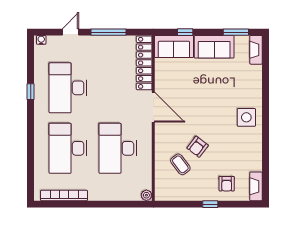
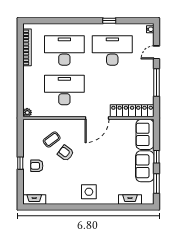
door: (70, 32) -> (156, 52), swing flipped
window: (185, 32) -> (156, 157), moved
fireplace: (256, 50) -> (130, 199), moved
armchair: (227, 184) -> (37, 166), moved

